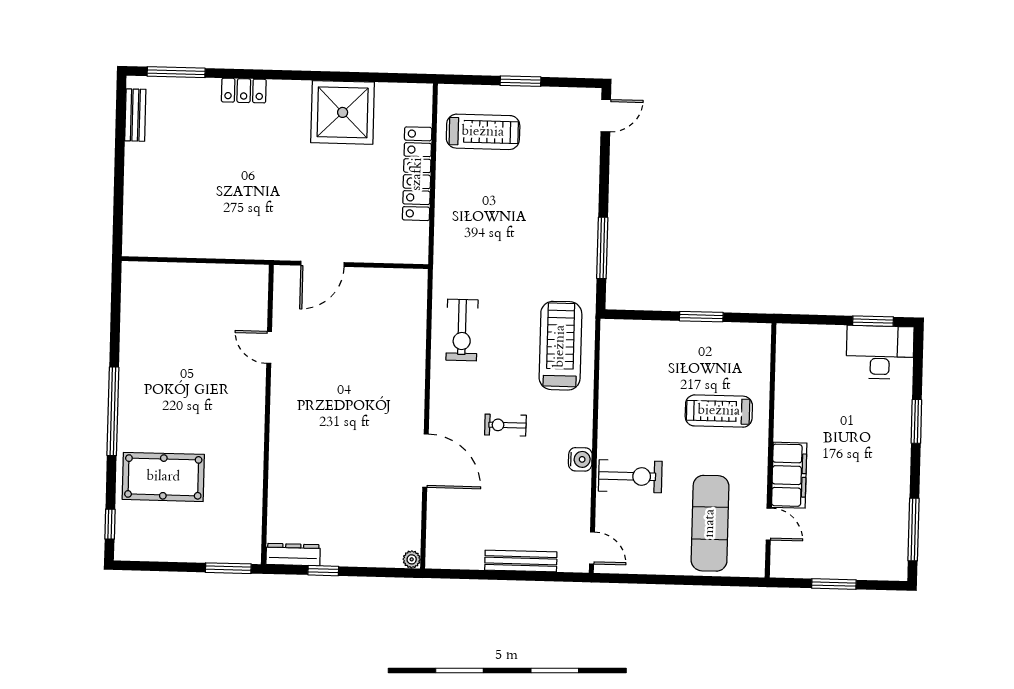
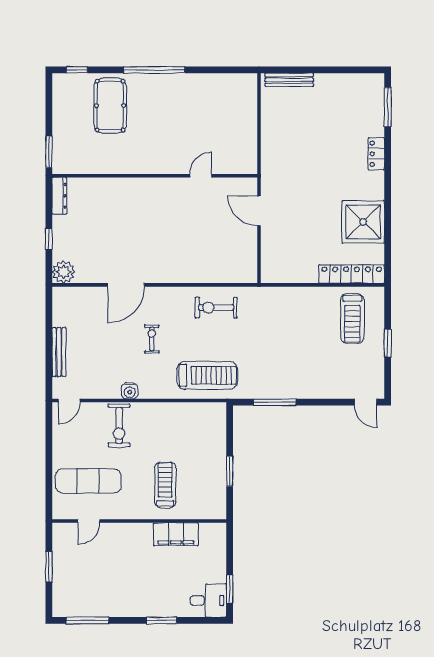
bench: (135, 115) -> (289, 80), moved, width x1.36
locker: (417, 174) -> (352, 274), moved
desk: (880, 352) -> (208, 600), width x0.73
filing cabinet: (789, 475) -> (176, 534), moved
plant: (412, 559) -> (63, 272), width x1.87, depth x1.87
window: (323, 571) -> (49, 239), moved

